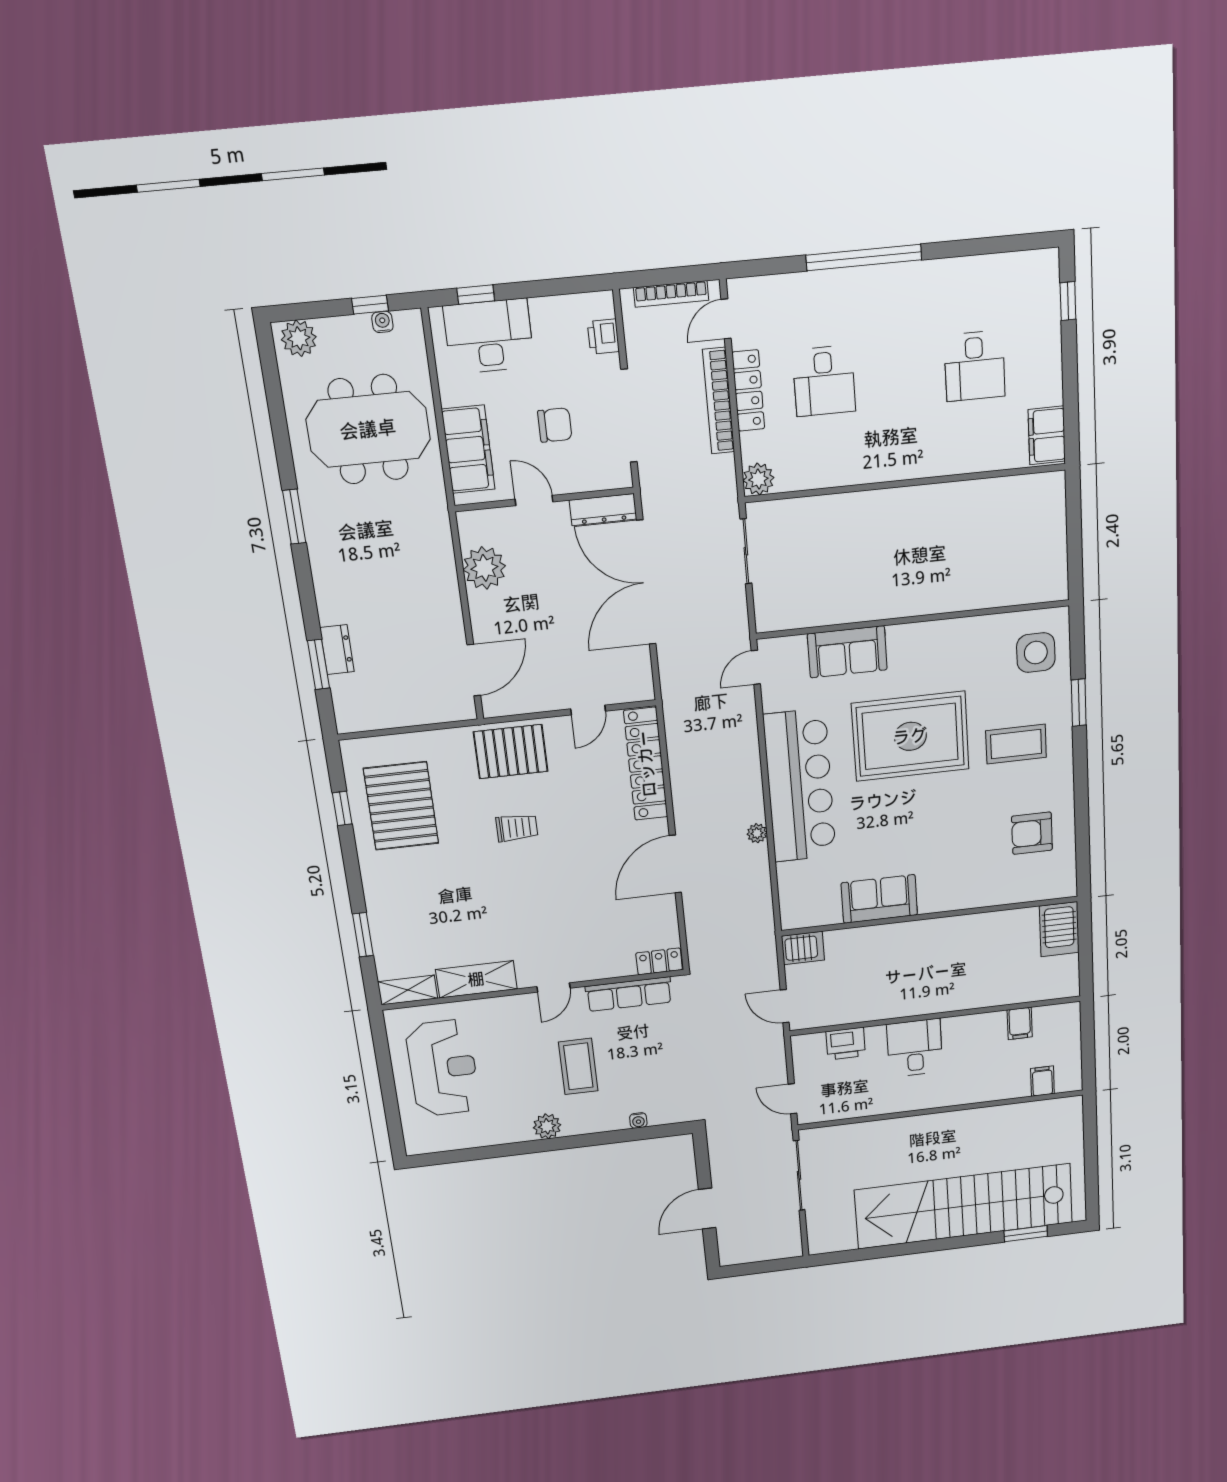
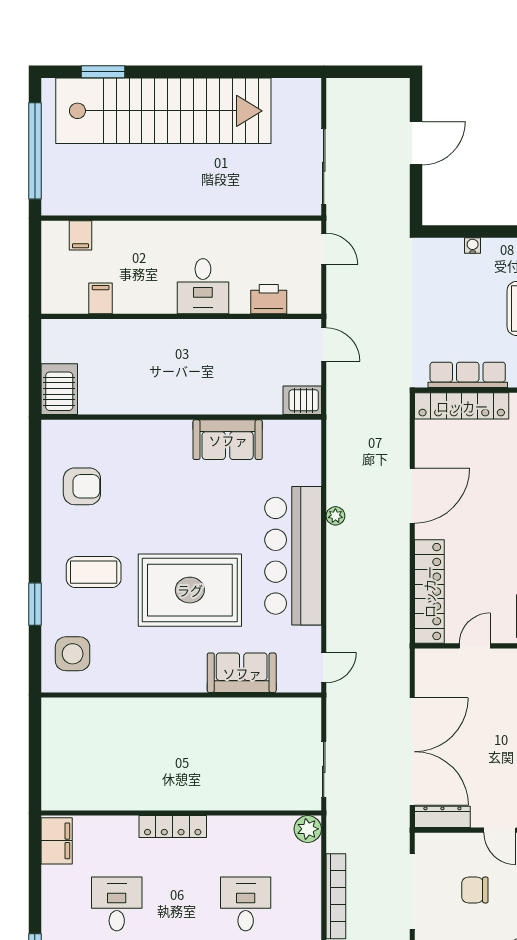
locker: (748, 391) -> (173, 827), moved, turned -90
locker: (659, 961) -> (462, 406), width x2.16, depth x1.21
window: (1091, 1154) -> (35, 151), added

